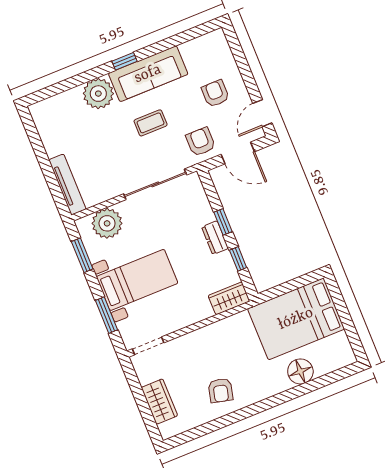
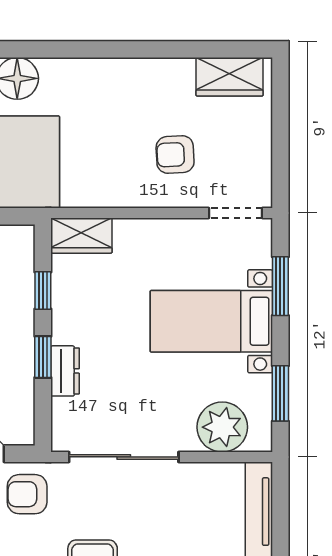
armchair: (201, 142) -> (27, 494), turned 90
dresser: (215, 238) -> (65, 371), moved
armchair: (221, 390) -> (175, 154), moved, turned -107
wardrobe: (159, 402) -> (230, 77), moved, turned -90

